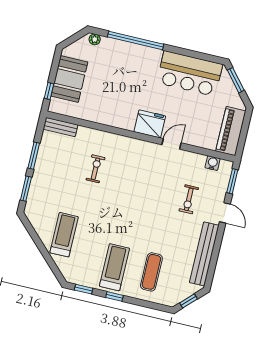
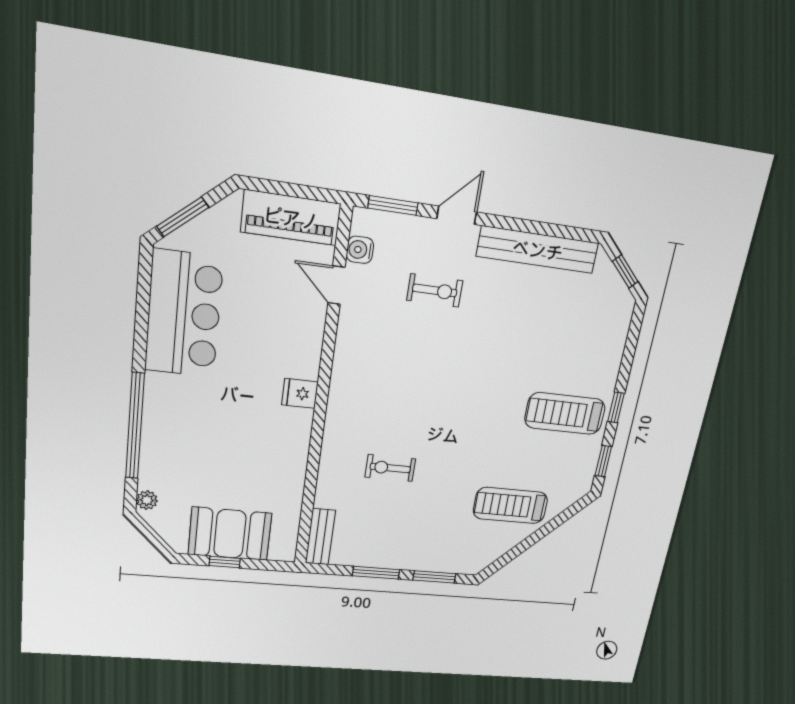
window: (49, 91) -> (225, 562), moved
fridge: (150, 124) -> (300, 393), width x0.53, depth x0.75
door: (172, 144) -> (336, 285), moved
exercise mat: (151, 272) -> (573, 347), removed

